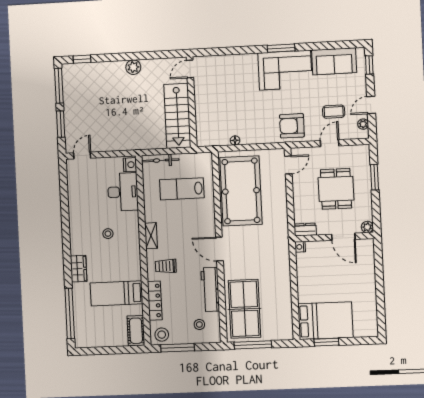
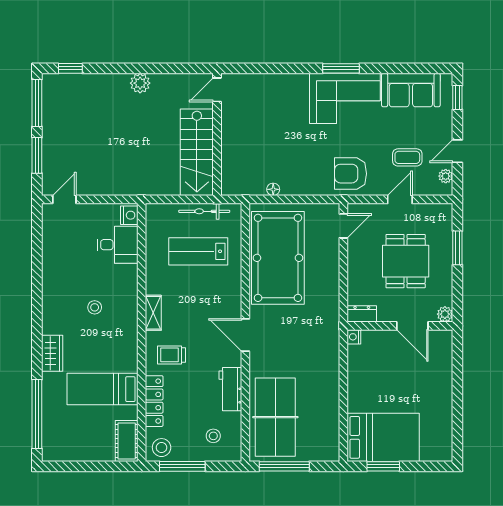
bicycle: (160, 160) -> (204, 211), moved
desk: (123, 192) -> (118, 245), width x0.73
workbench: (210, 289) -> (230, 389), width x0.73

